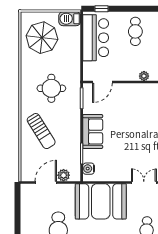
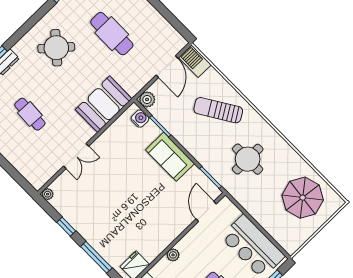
barbecue: (70, 19) -> (195, 61), moved, turned -90
plant: (64, 175) -> (147, 99), moved
booth: (101, 201) -> (104, 104), width x0.73, depth x0.70

